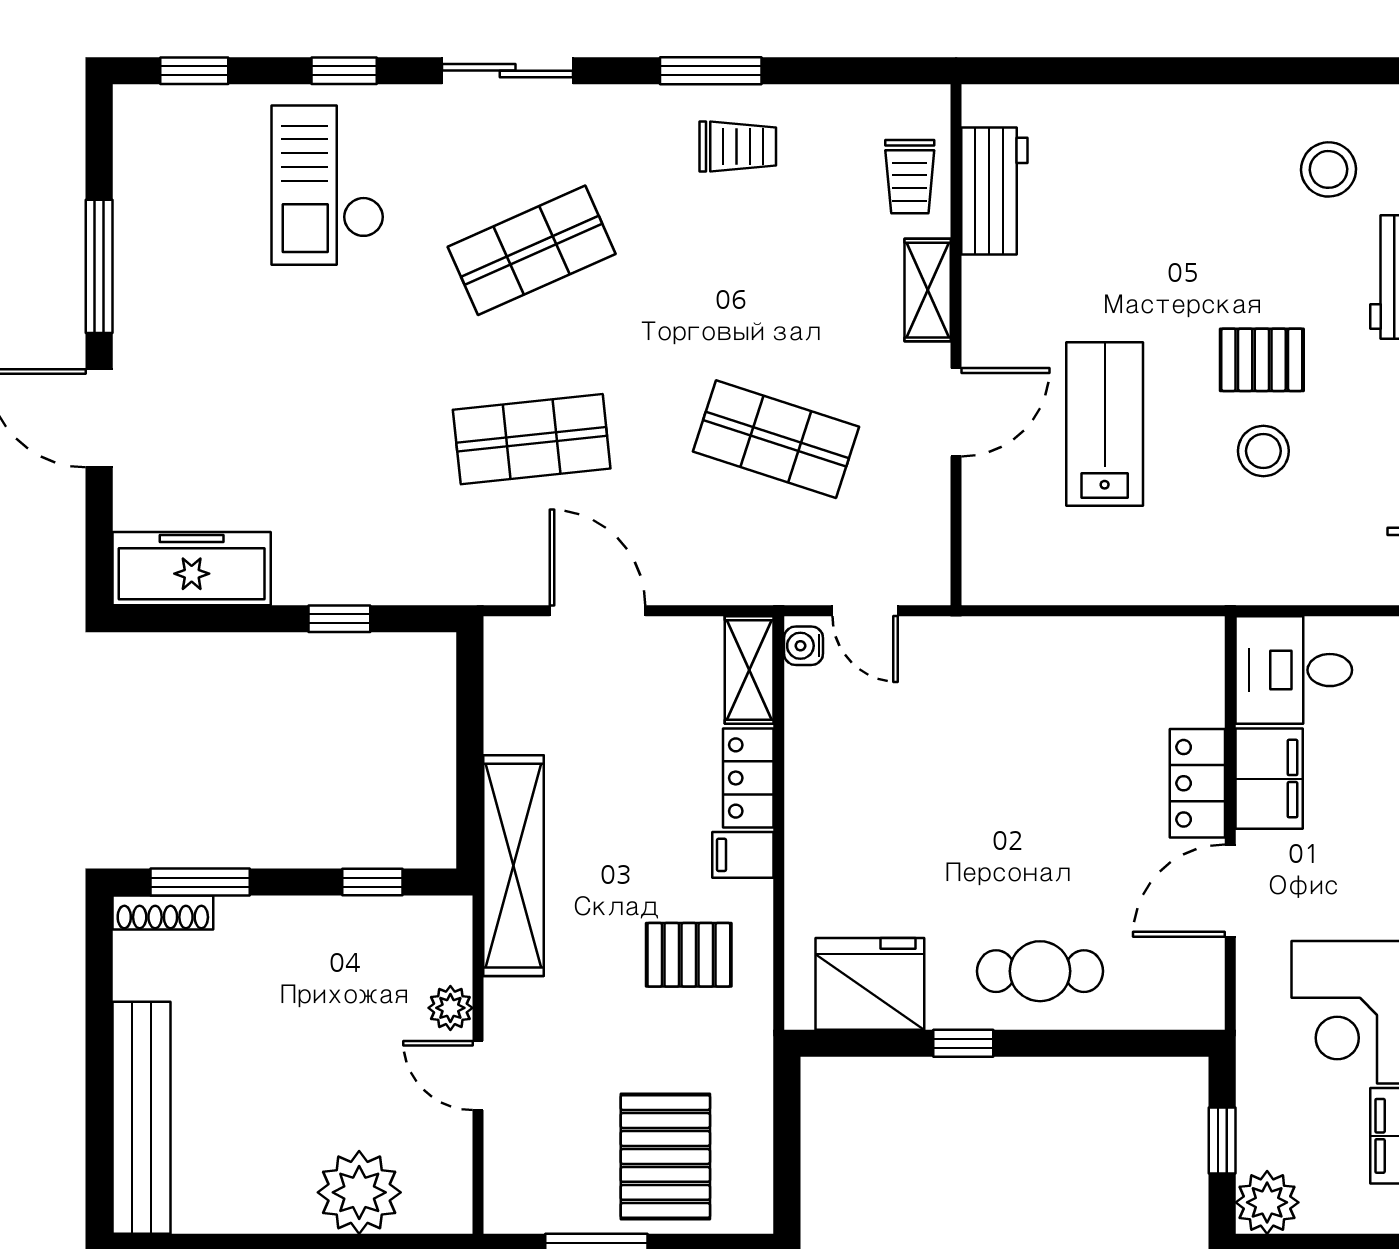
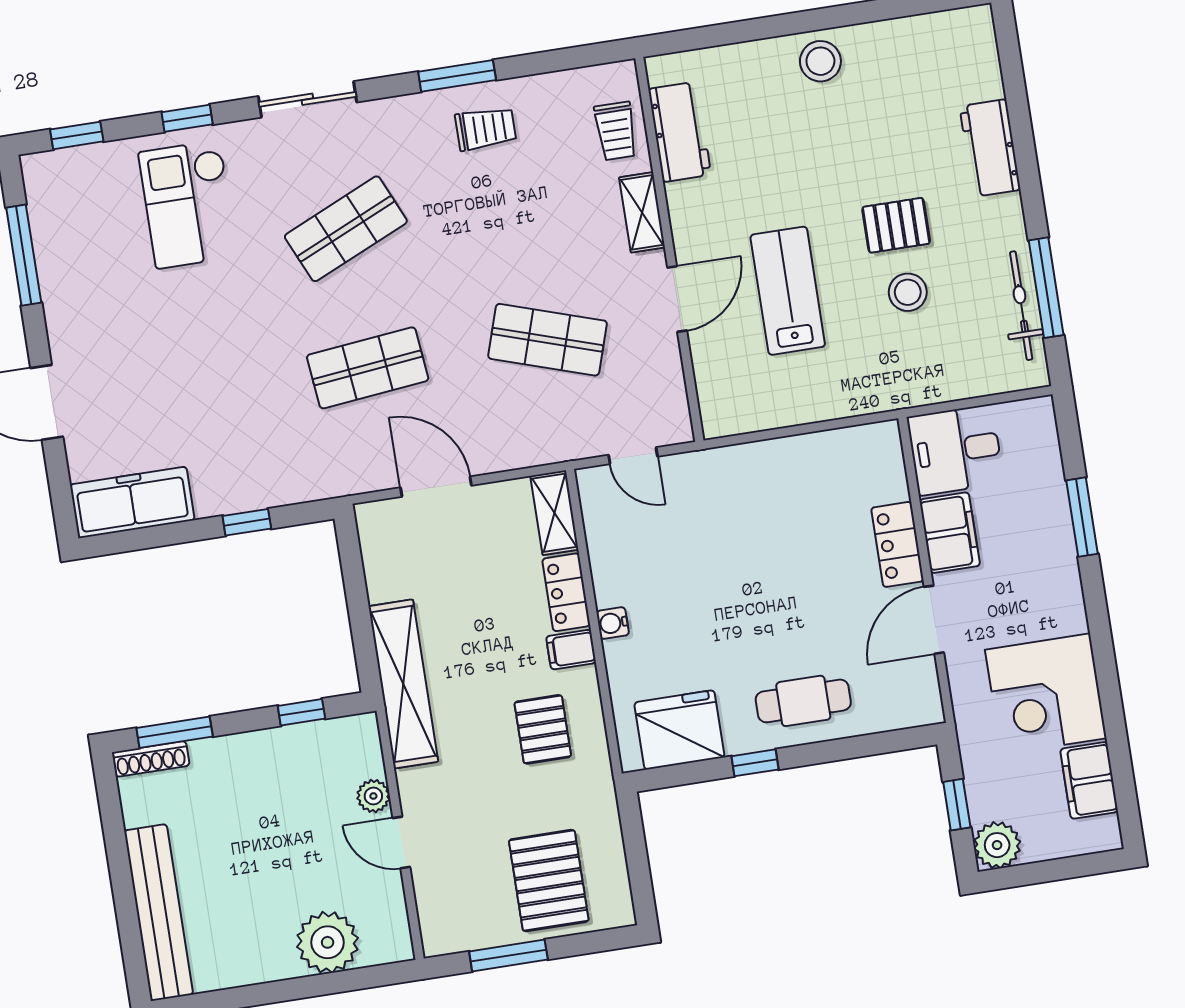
stool: (1329, 169) -> (820, 61), moved
window: (99, 266) -> (24, 255), moved
water cooler: (804, 646) -> (613, 623), moved
pallet: (689, 955) -> (543, 729), turned 90

